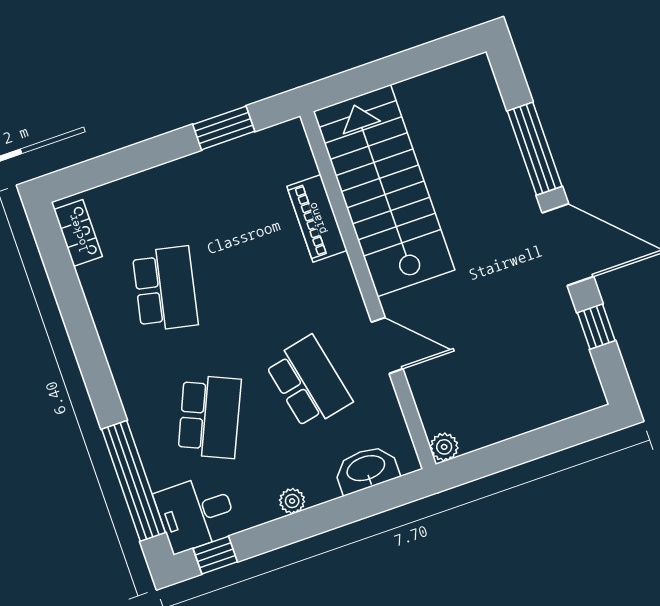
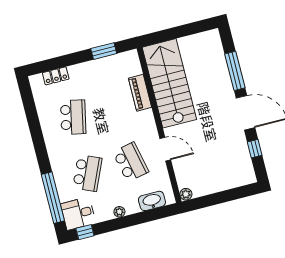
locker: (78, 233) -> (56, 76), moved, turned 90

